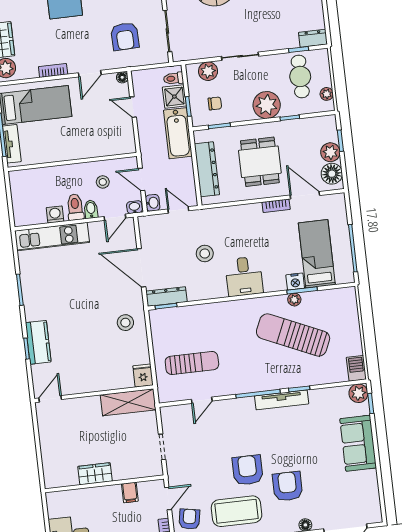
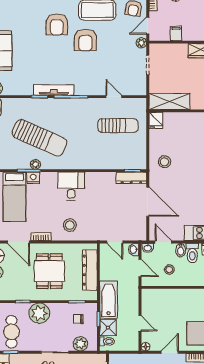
door: (115, 217) -> (163, 242), hinge flipped
stool: (205, 254) -> (70, 225), moved
sun lounger: (192, 363) -> (118, 126), turned 180
door: (202, 400) -> (114, 97), hinge flipped
plant: (174, 475) -> (141, 43), added

